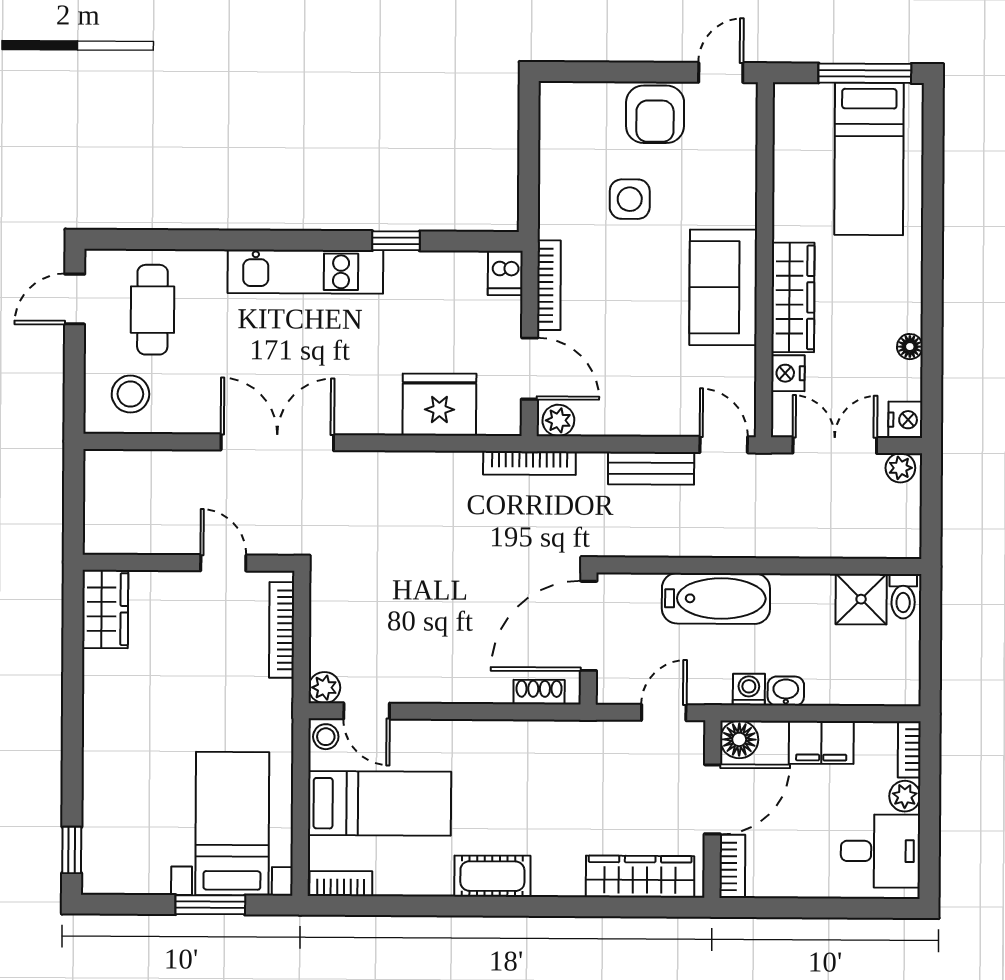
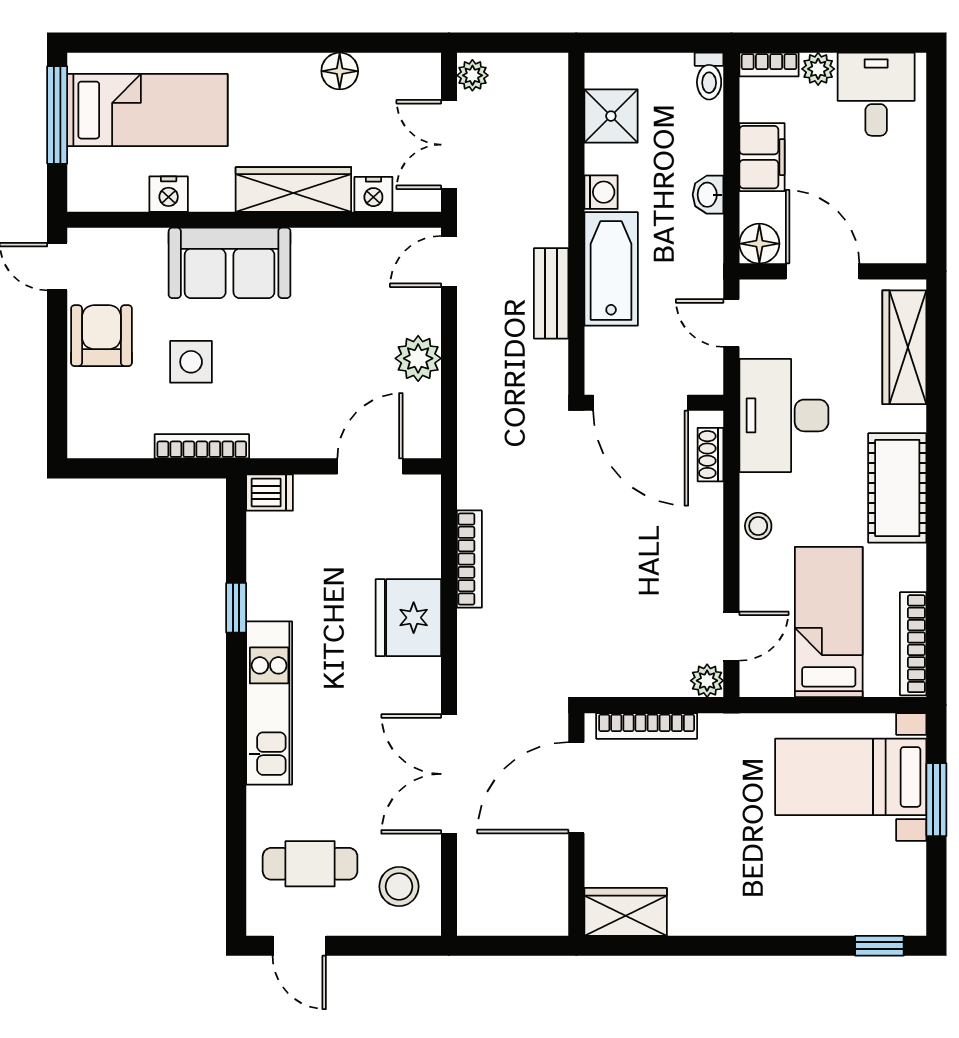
armchair: (655, 114) -> (101, 336), turned -90
bookcase: (549, 285) -> (202, 446), moved
sofa: (723, 287) -> (230, 263), moved
floor lamp: (910, 347) -> (340, 71), width x1.37, depth x1.37
fridge: (439, 405) -> (408, 618), moved
plant: (558, 420) -> (418, 358), moved, width x1.38, depth x1.38
nightstand: (905, 420) -> (169, 194), moved, turned 180
double door: (277, 442) -> (449, 774), moved
bookcase: (529, 463) -> (469, 559), moved
bench: (651, 468) -> (551, 293), moved
door: (223, 563) -> (576, 788), width x1.88
toilet: (903, 596) -> (709, 76), moved, turned 90
washing machine: (749, 690) -> (601, 192), moved, turned 180
stool: (326, 737) -> (758, 526), moved
desk: (576, 762) -> (784, 415), added
bookcase: (732, 866) -> (893, 250), removed
cot: (492, 876) -> (897, 488), width x1.37, depth x1.34
bookcase: (341, 883) -> (913, 644), width x1.56

